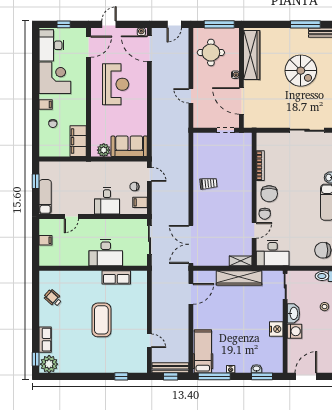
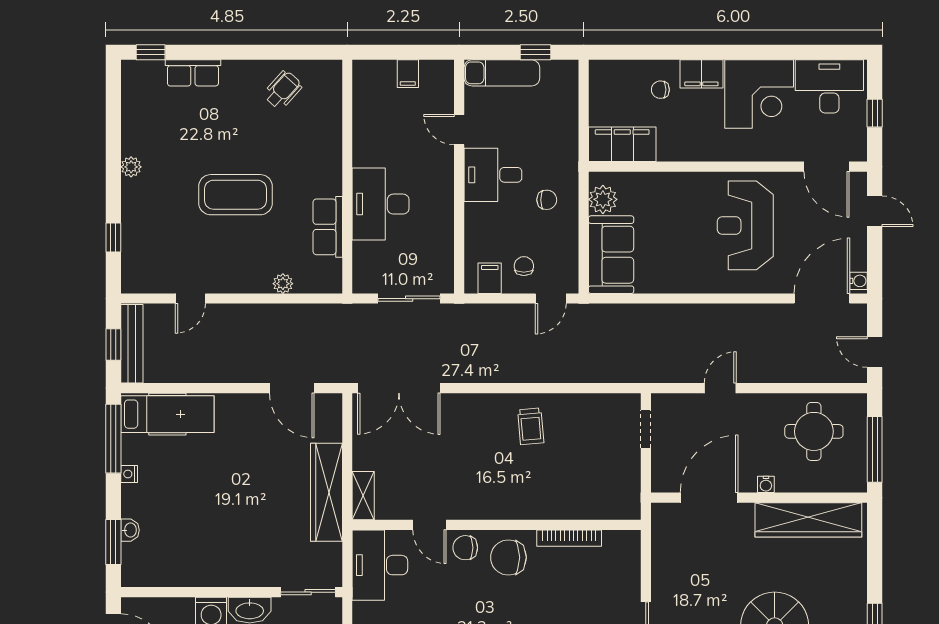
reception desk: (116, 84) -> (745, 225), turned 90
filing cabinet: (46, 104) -> (701, 74), width x2.00
doorway: (225, 130) -> (646, 429), moved
chair: (104, 176) -> (547, 200), added
desk: (107, 201) -> (493, 175), moved
double door: (191, 244) -> (399, 388), swing flipped
plant: (143, 298) -> (283, 284), added
nightstand: (276, 329) -> (216, 573), removed
plant: (49, 364) -> (131, 167), moved, width x0.53, depth x0.53

